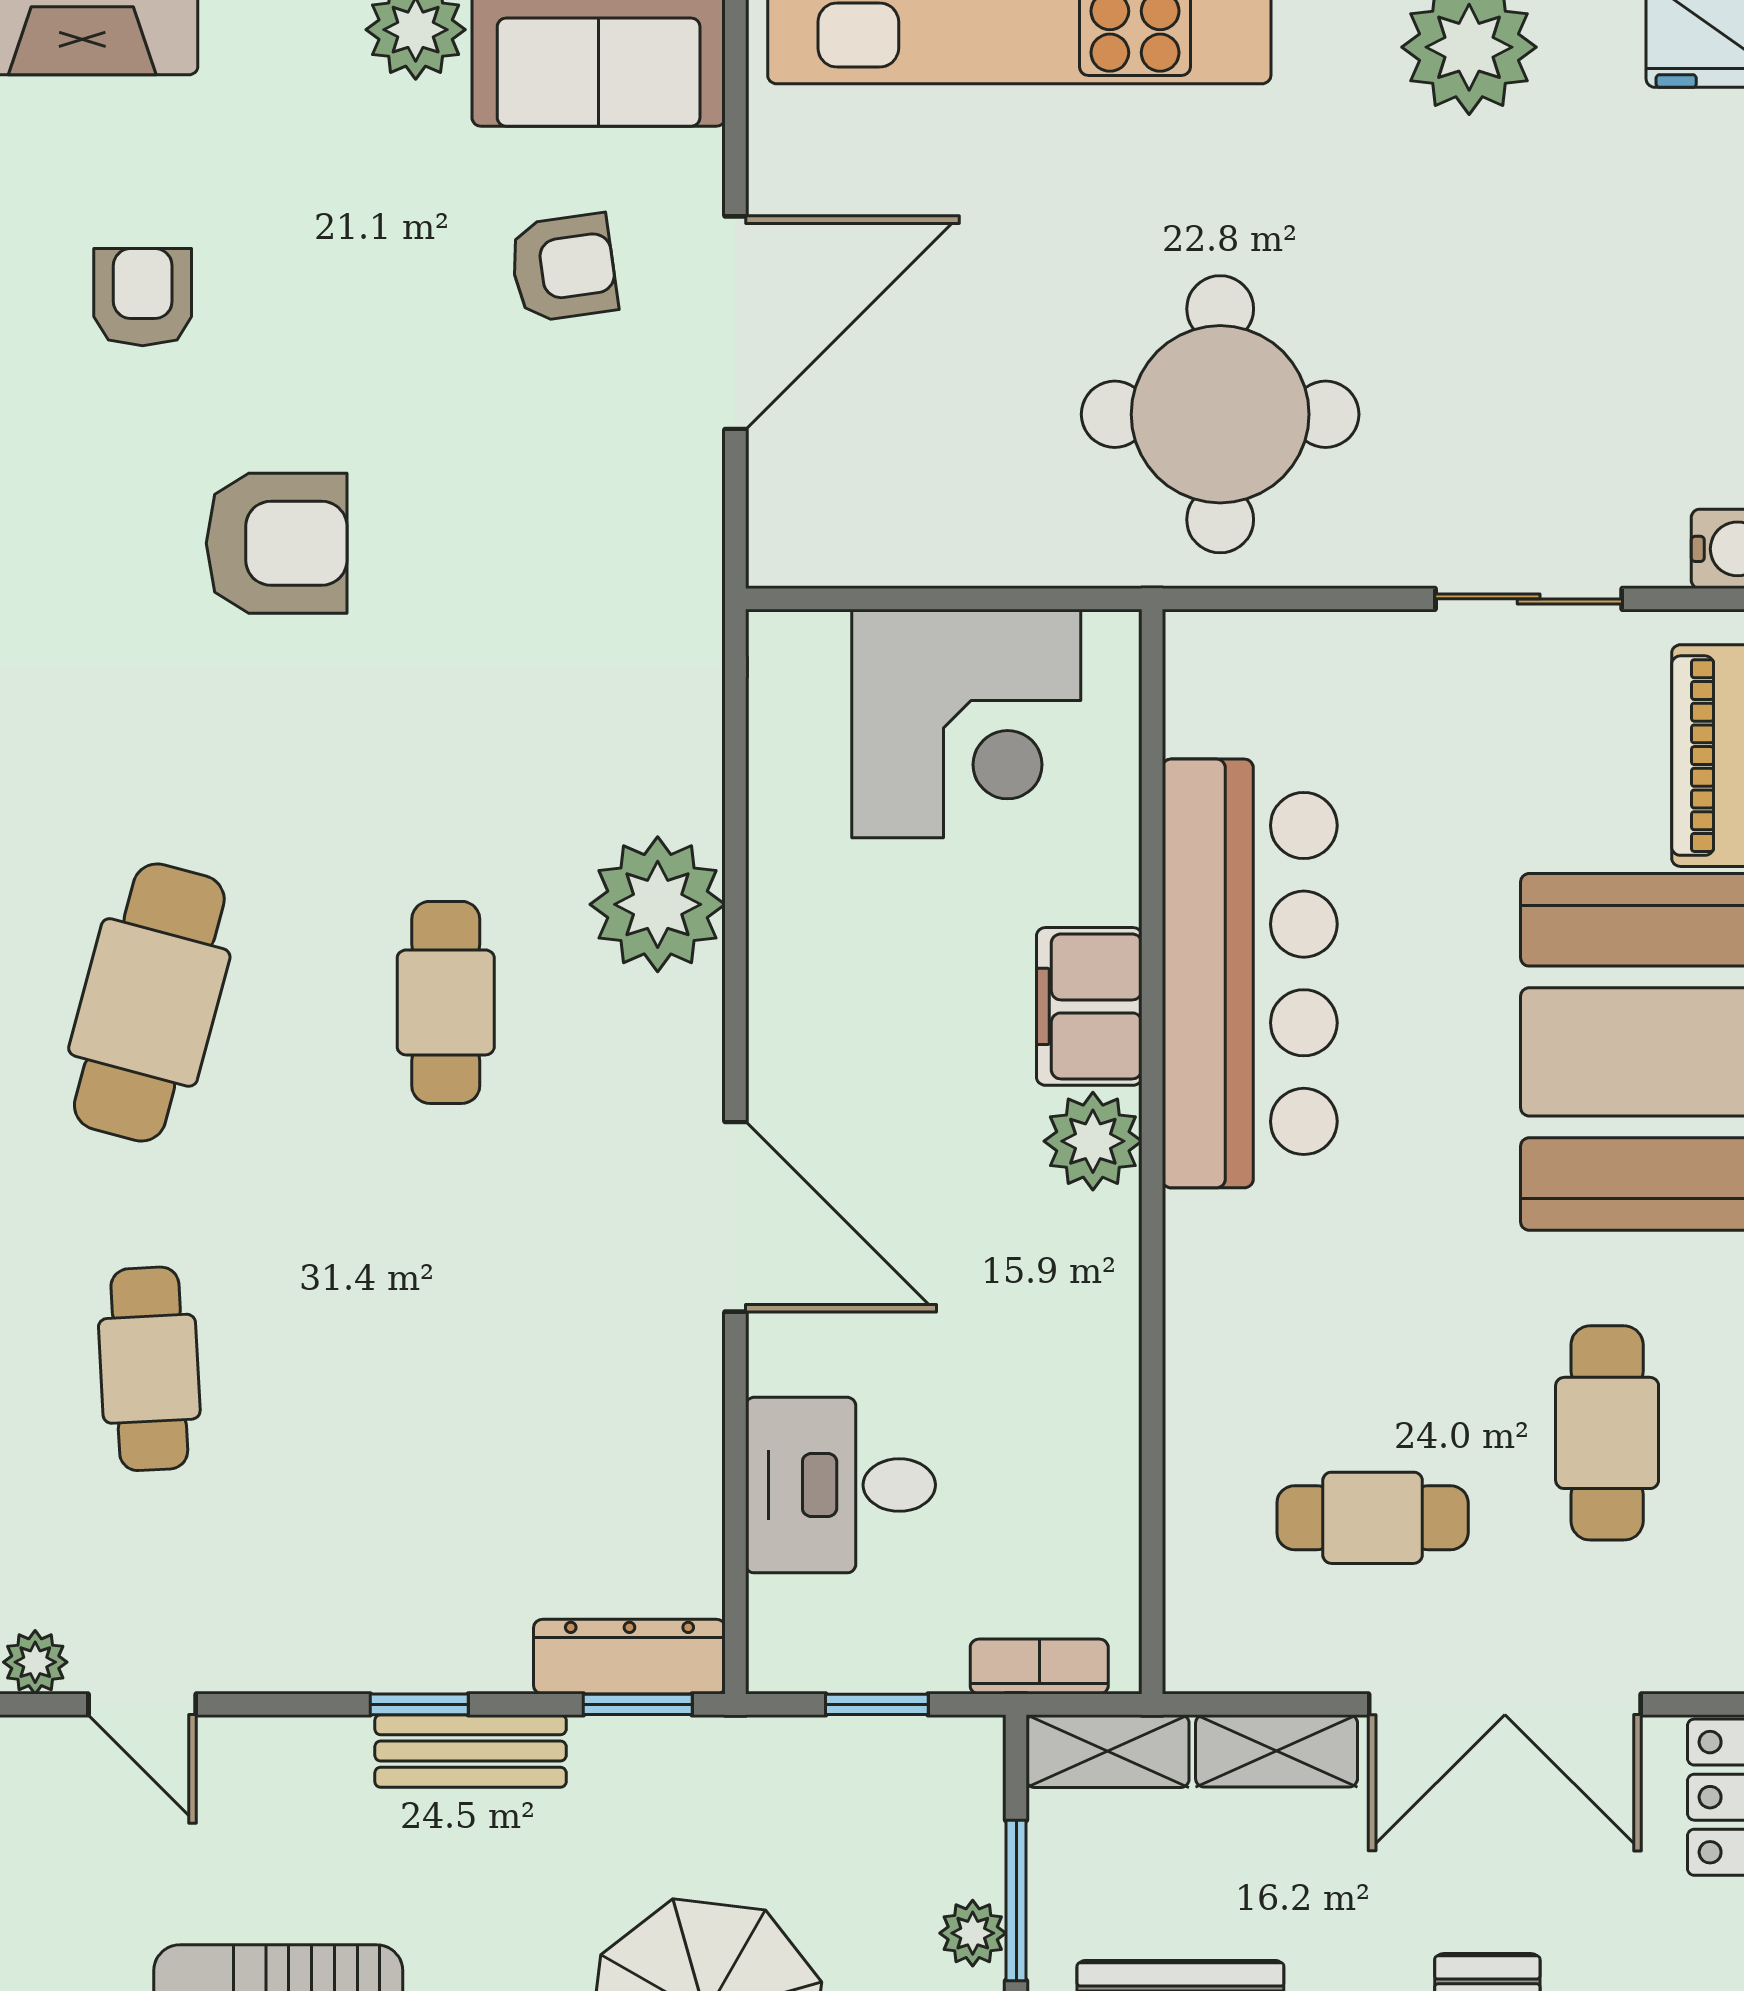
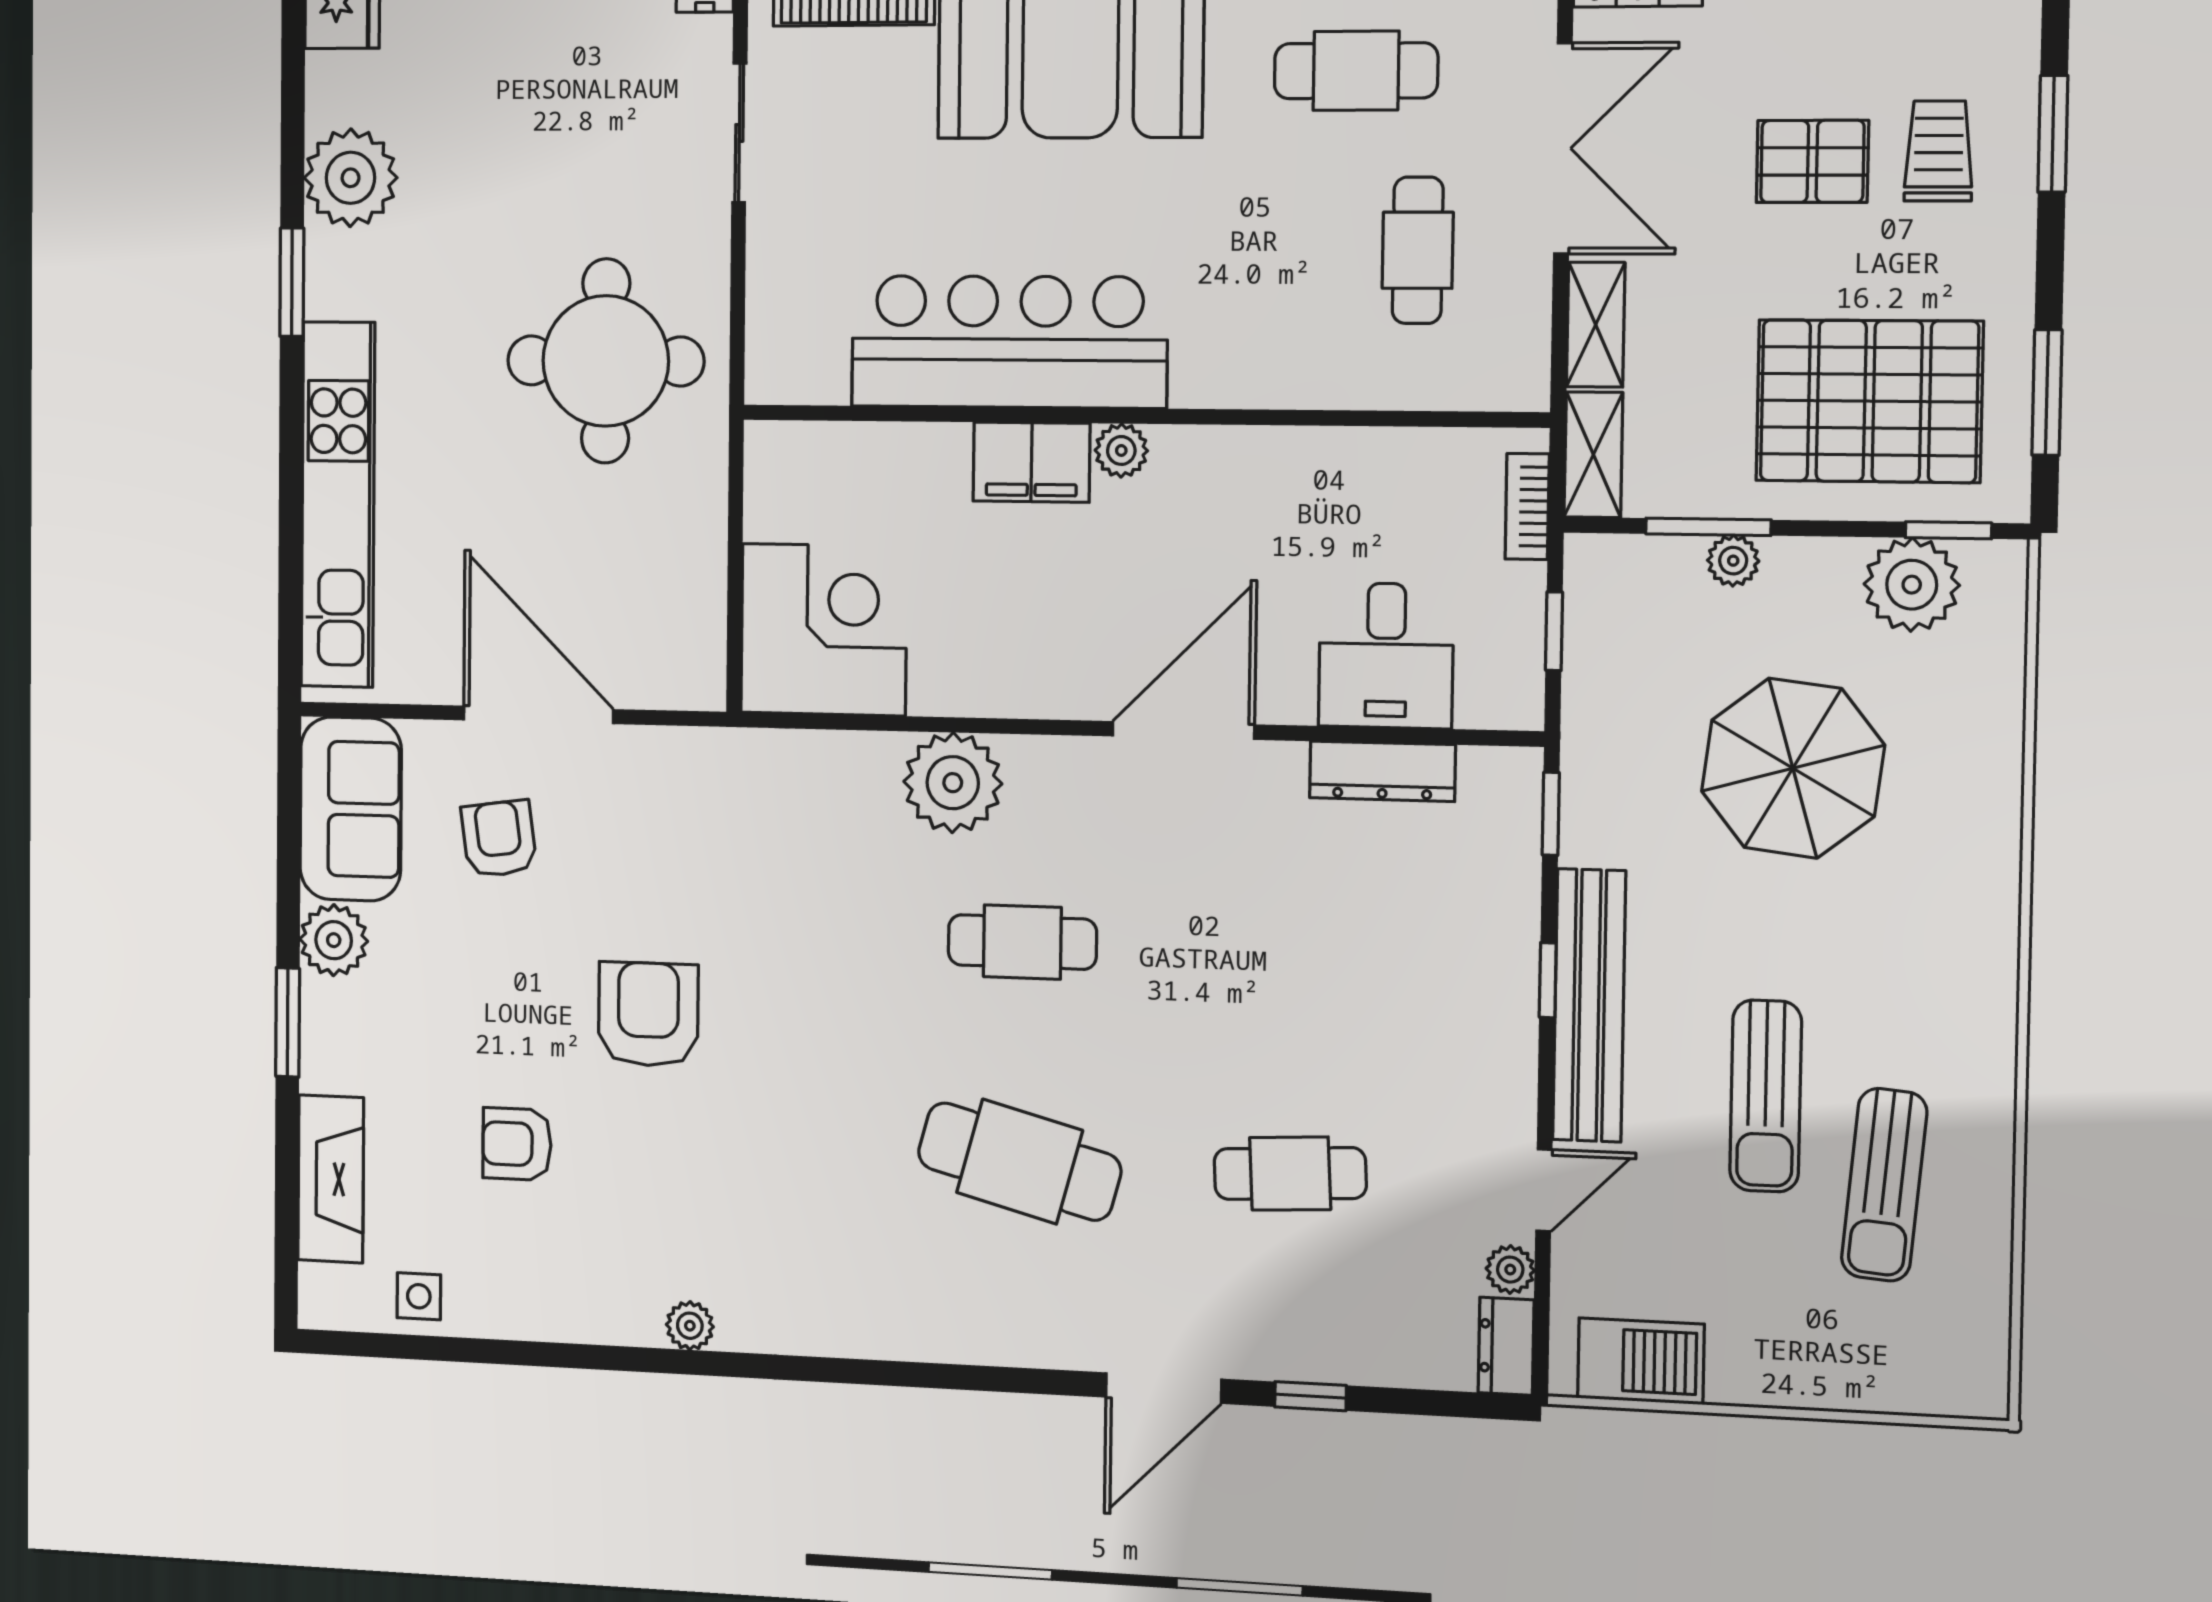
armchair: (277, 543) -> (648, 1014), moved
corner desk: (966, 724) -> (824, 630), moved
plant: (1093, 1141) -> (1121, 450), width x0.73, depth x0.73
dresser: (629, 1657) -> (1382, 771), moved, turned -90
bench: (471, 1751) -> (1589, 1005), width x1.86, depth x1.21

